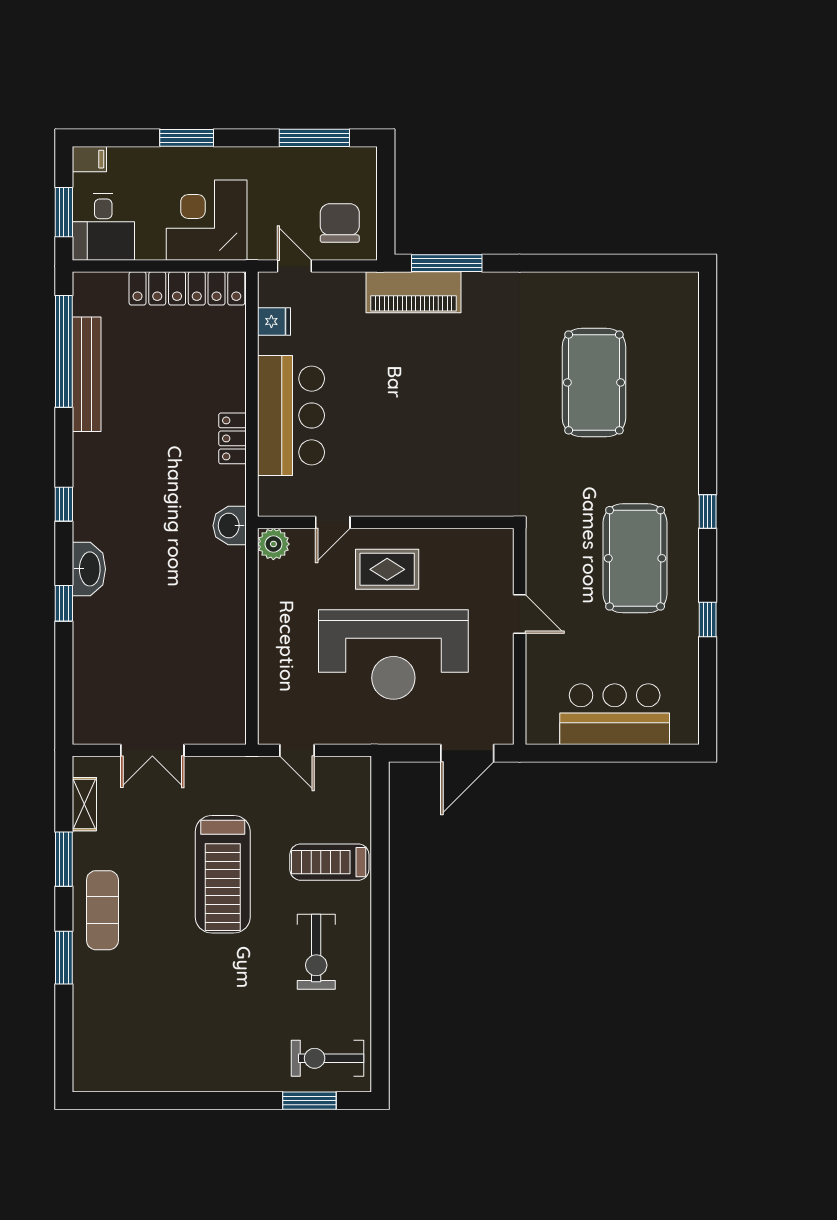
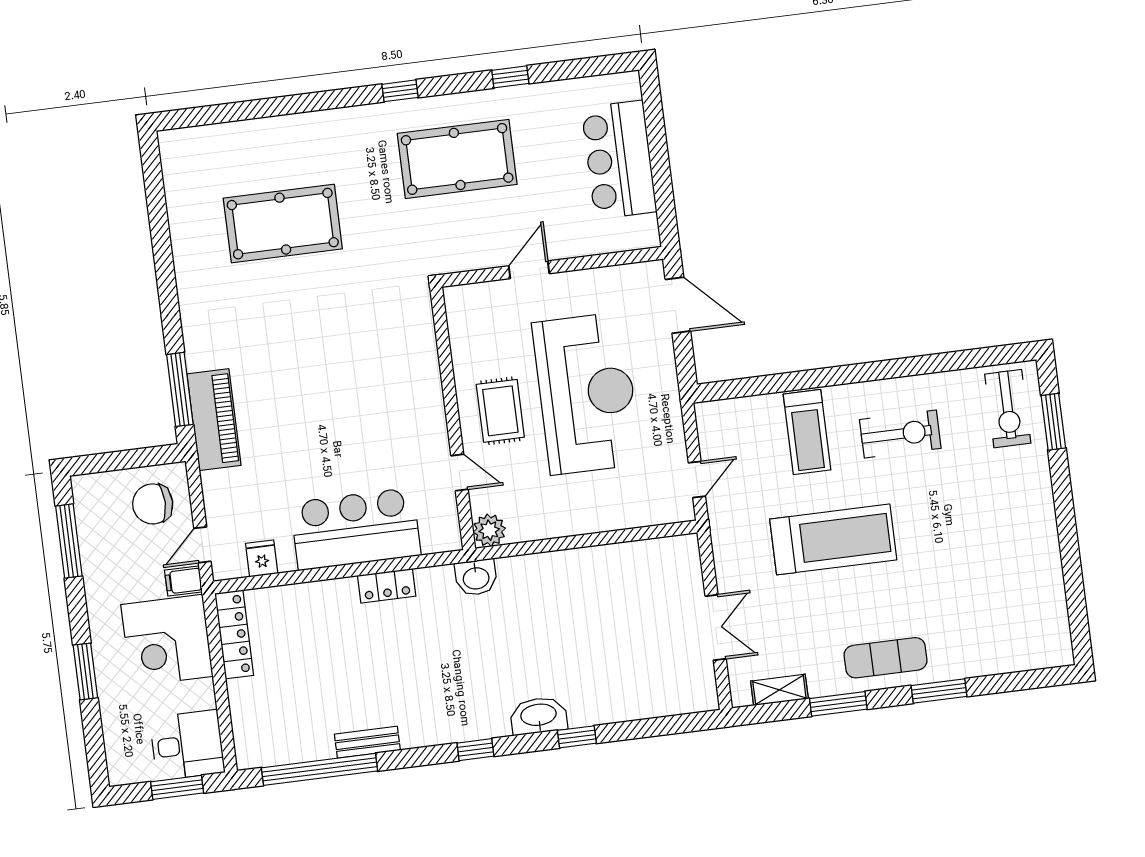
filing cabinet: (89, 159) -> (183, 581), moved, turned -90
locker: (187, 288) -> (234, 634), width x0.71, depth x0.83
bench: (87, 374) -> (367, 742), width x0.54, depth x0.82

